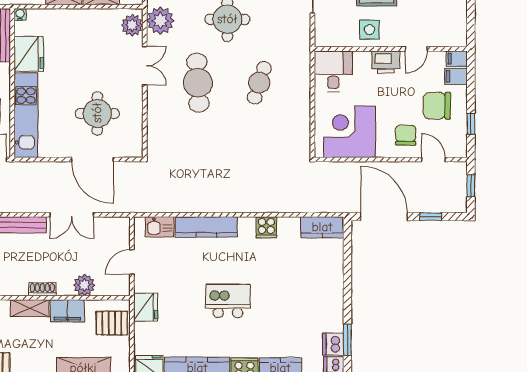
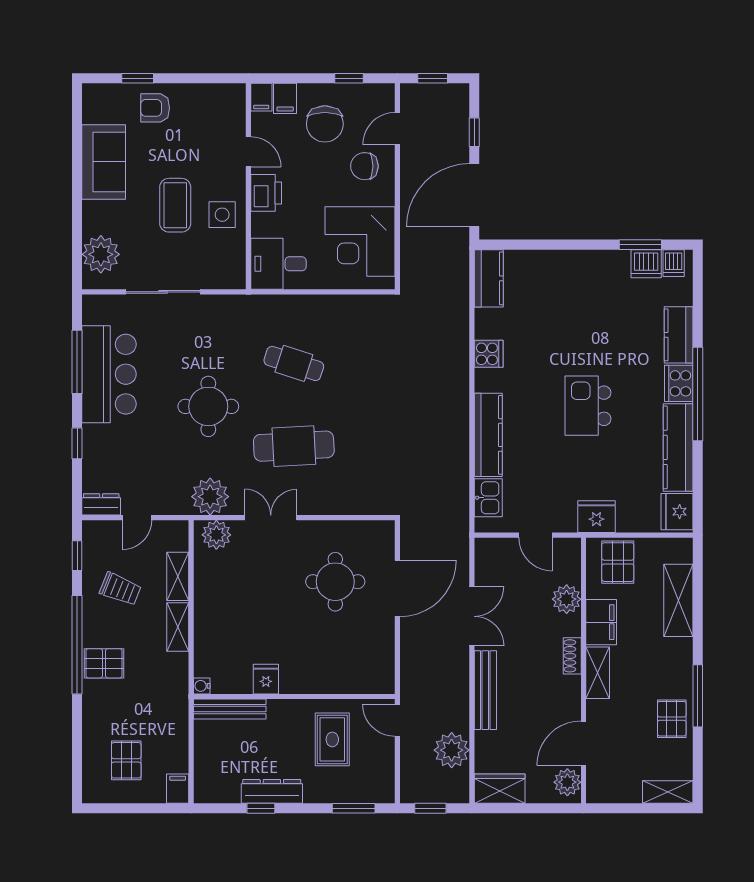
fridge: (29, 54) -> (266, 679), width x0.53, depth x0.75
kitchen unit: (26, 115) -> (338, 678), removed

